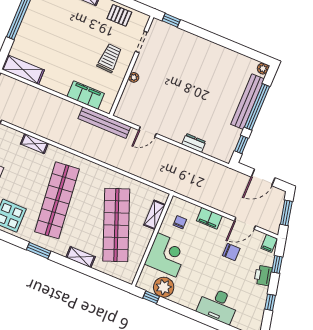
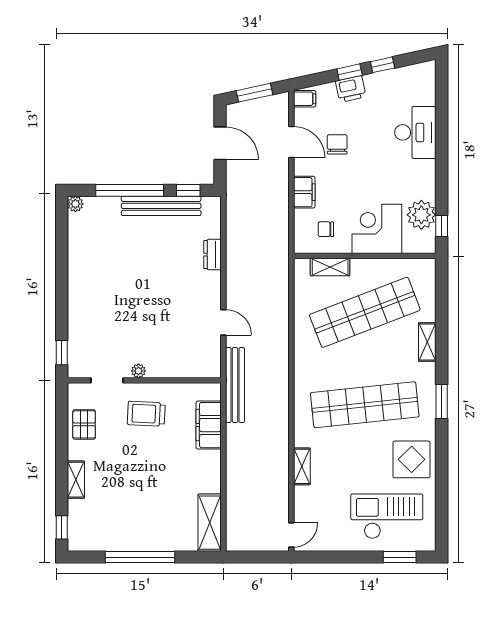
plant: (134, 77) -> (138, 371), moved
bench: (248, 102) -> (161, 206), moved
window: (277, 264) -> (350, 72), moved

